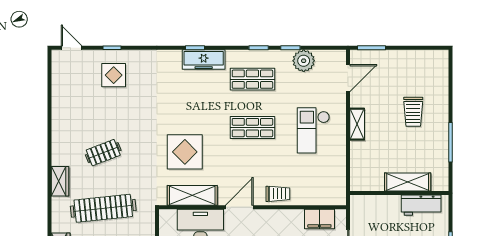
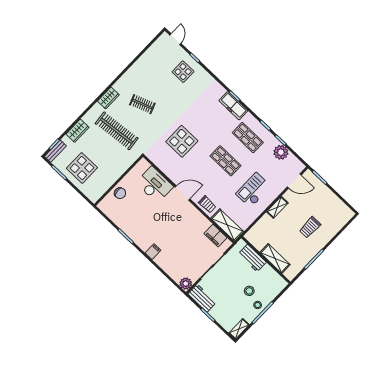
shelving: (192, 195) -> (227, 225), moved
workbench: (421, 205) -> (252, 258), moved

